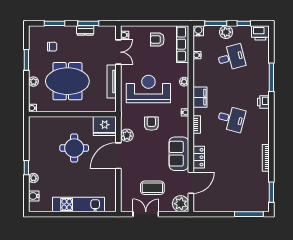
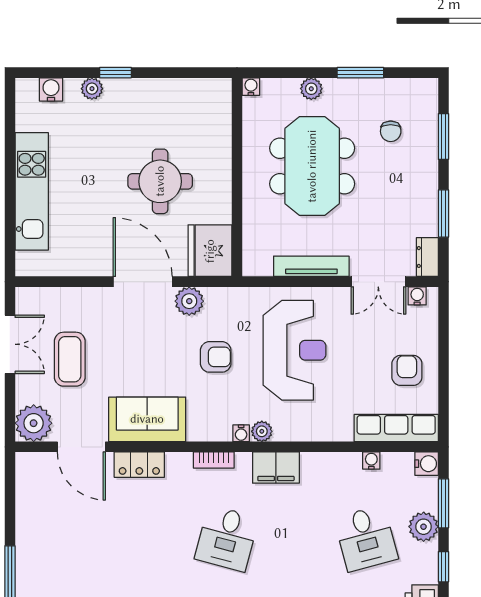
dresser: (85, 31) -> (427, 257), moved
plant: (184, 82) -> (262, 431), moved

